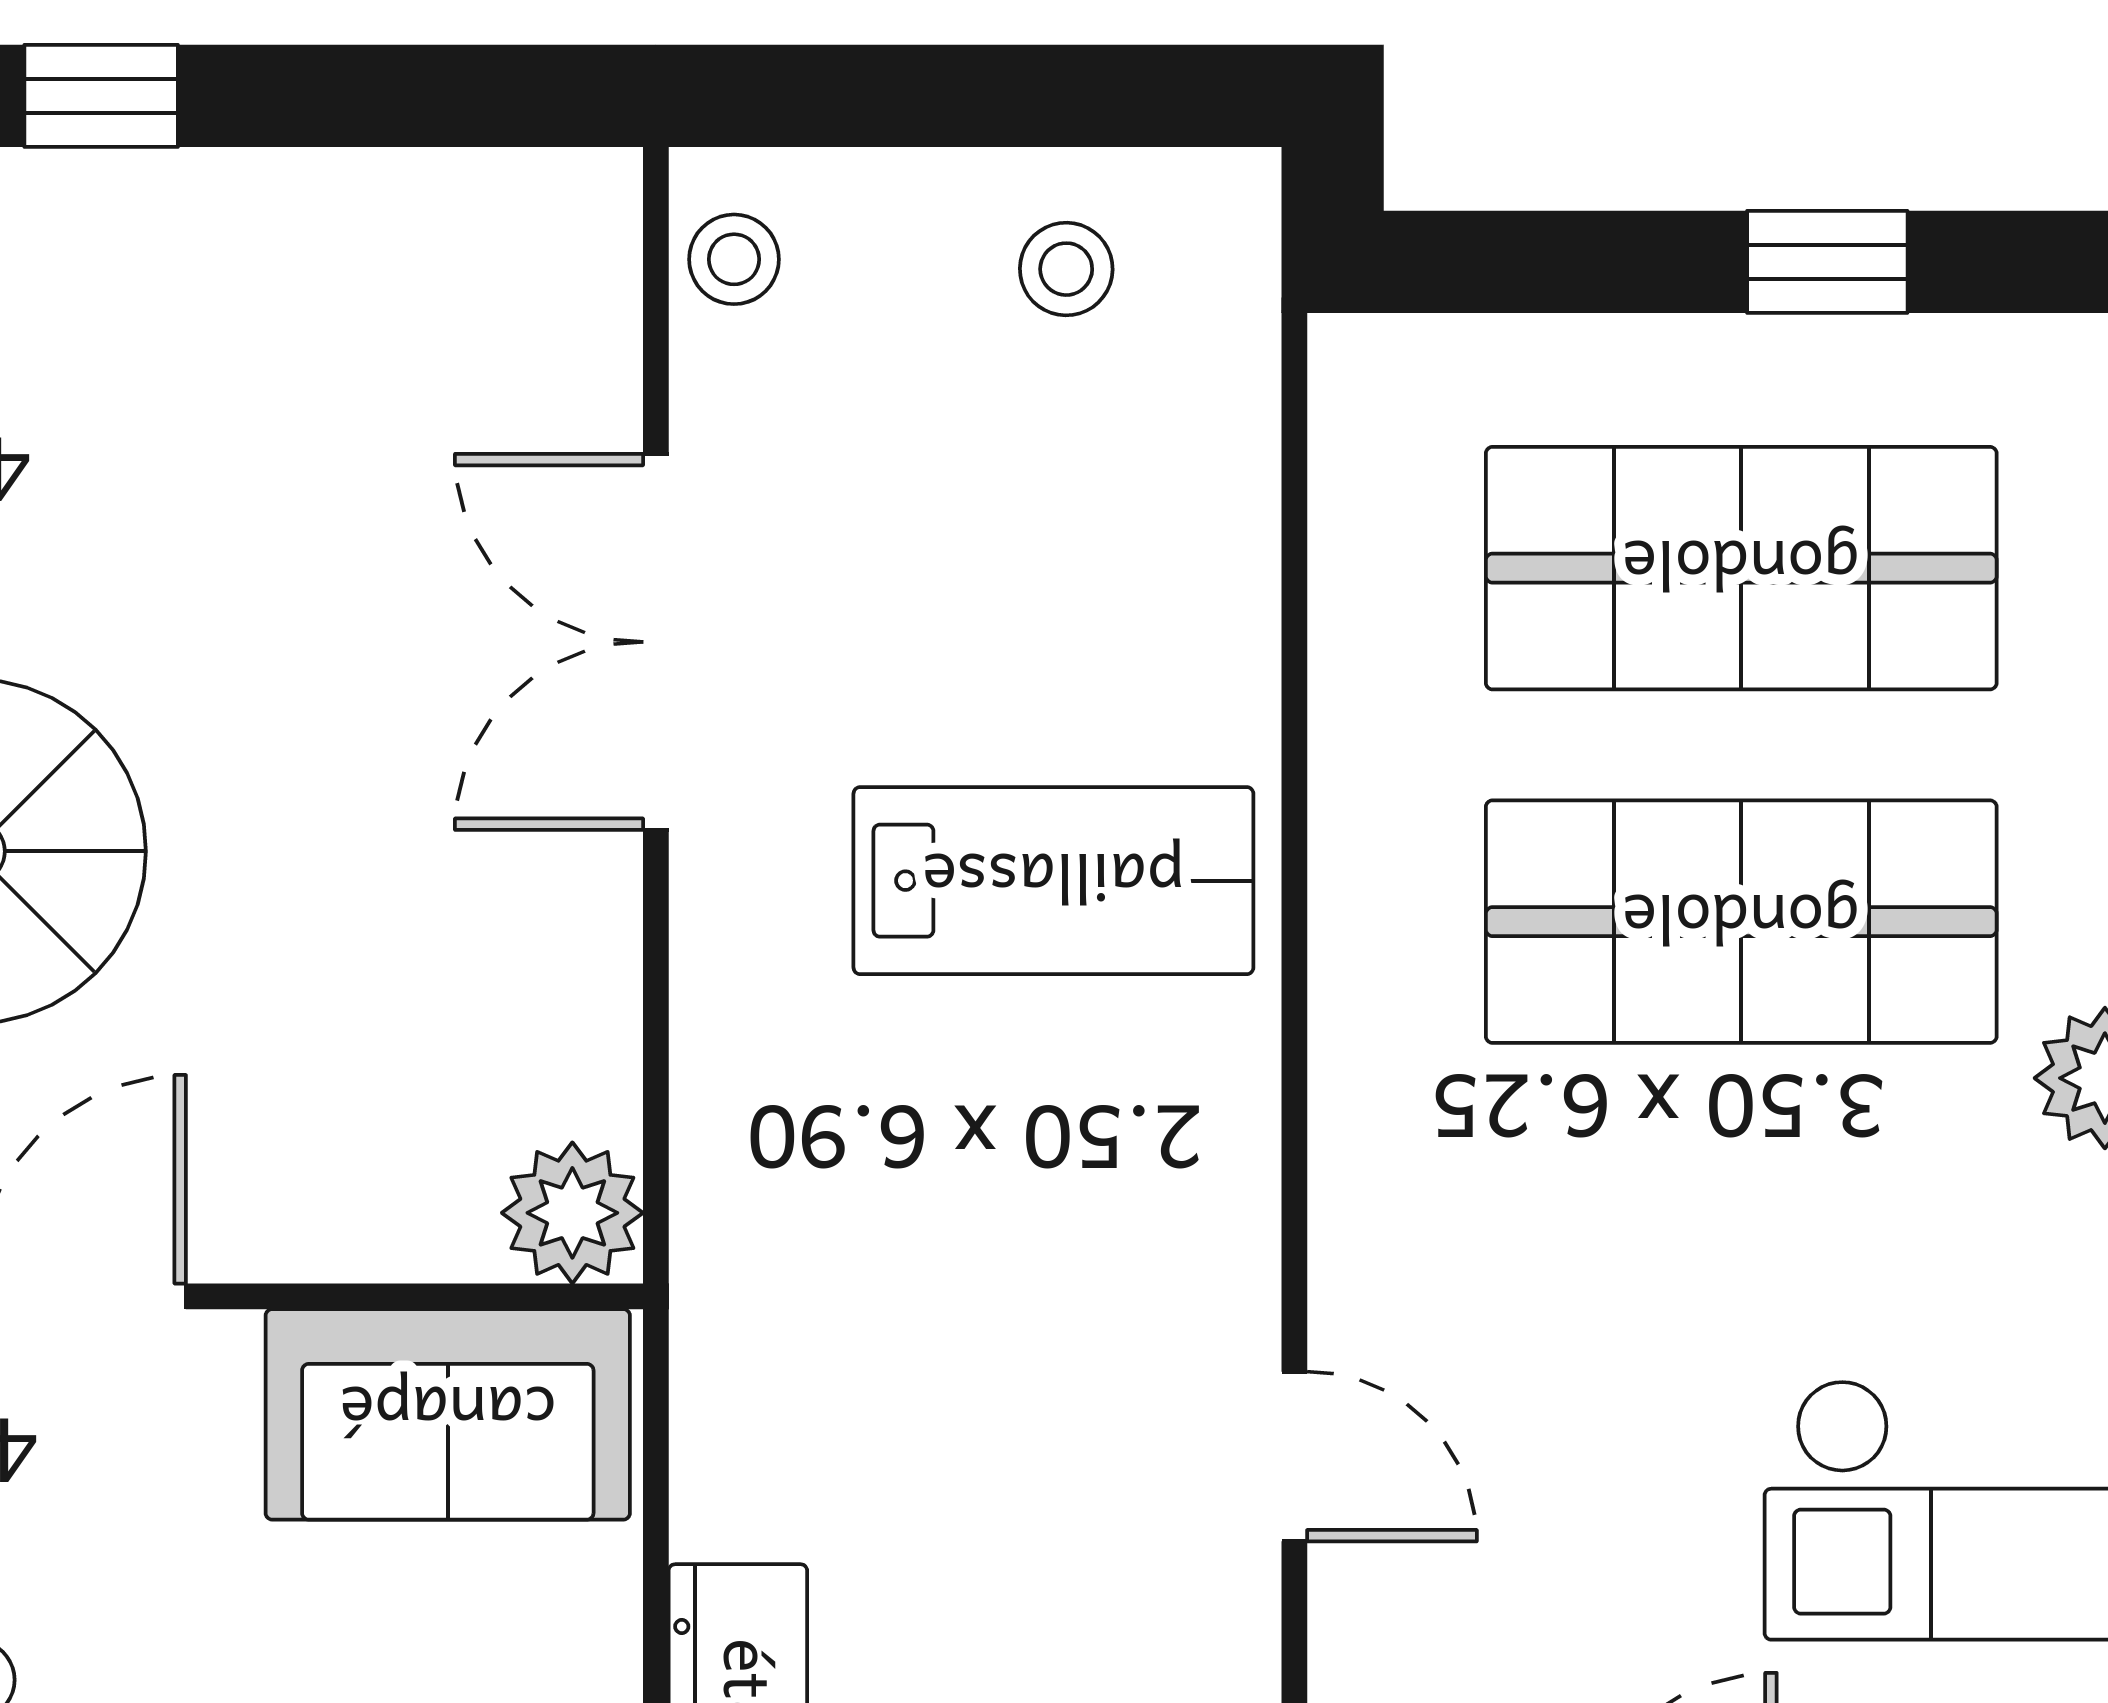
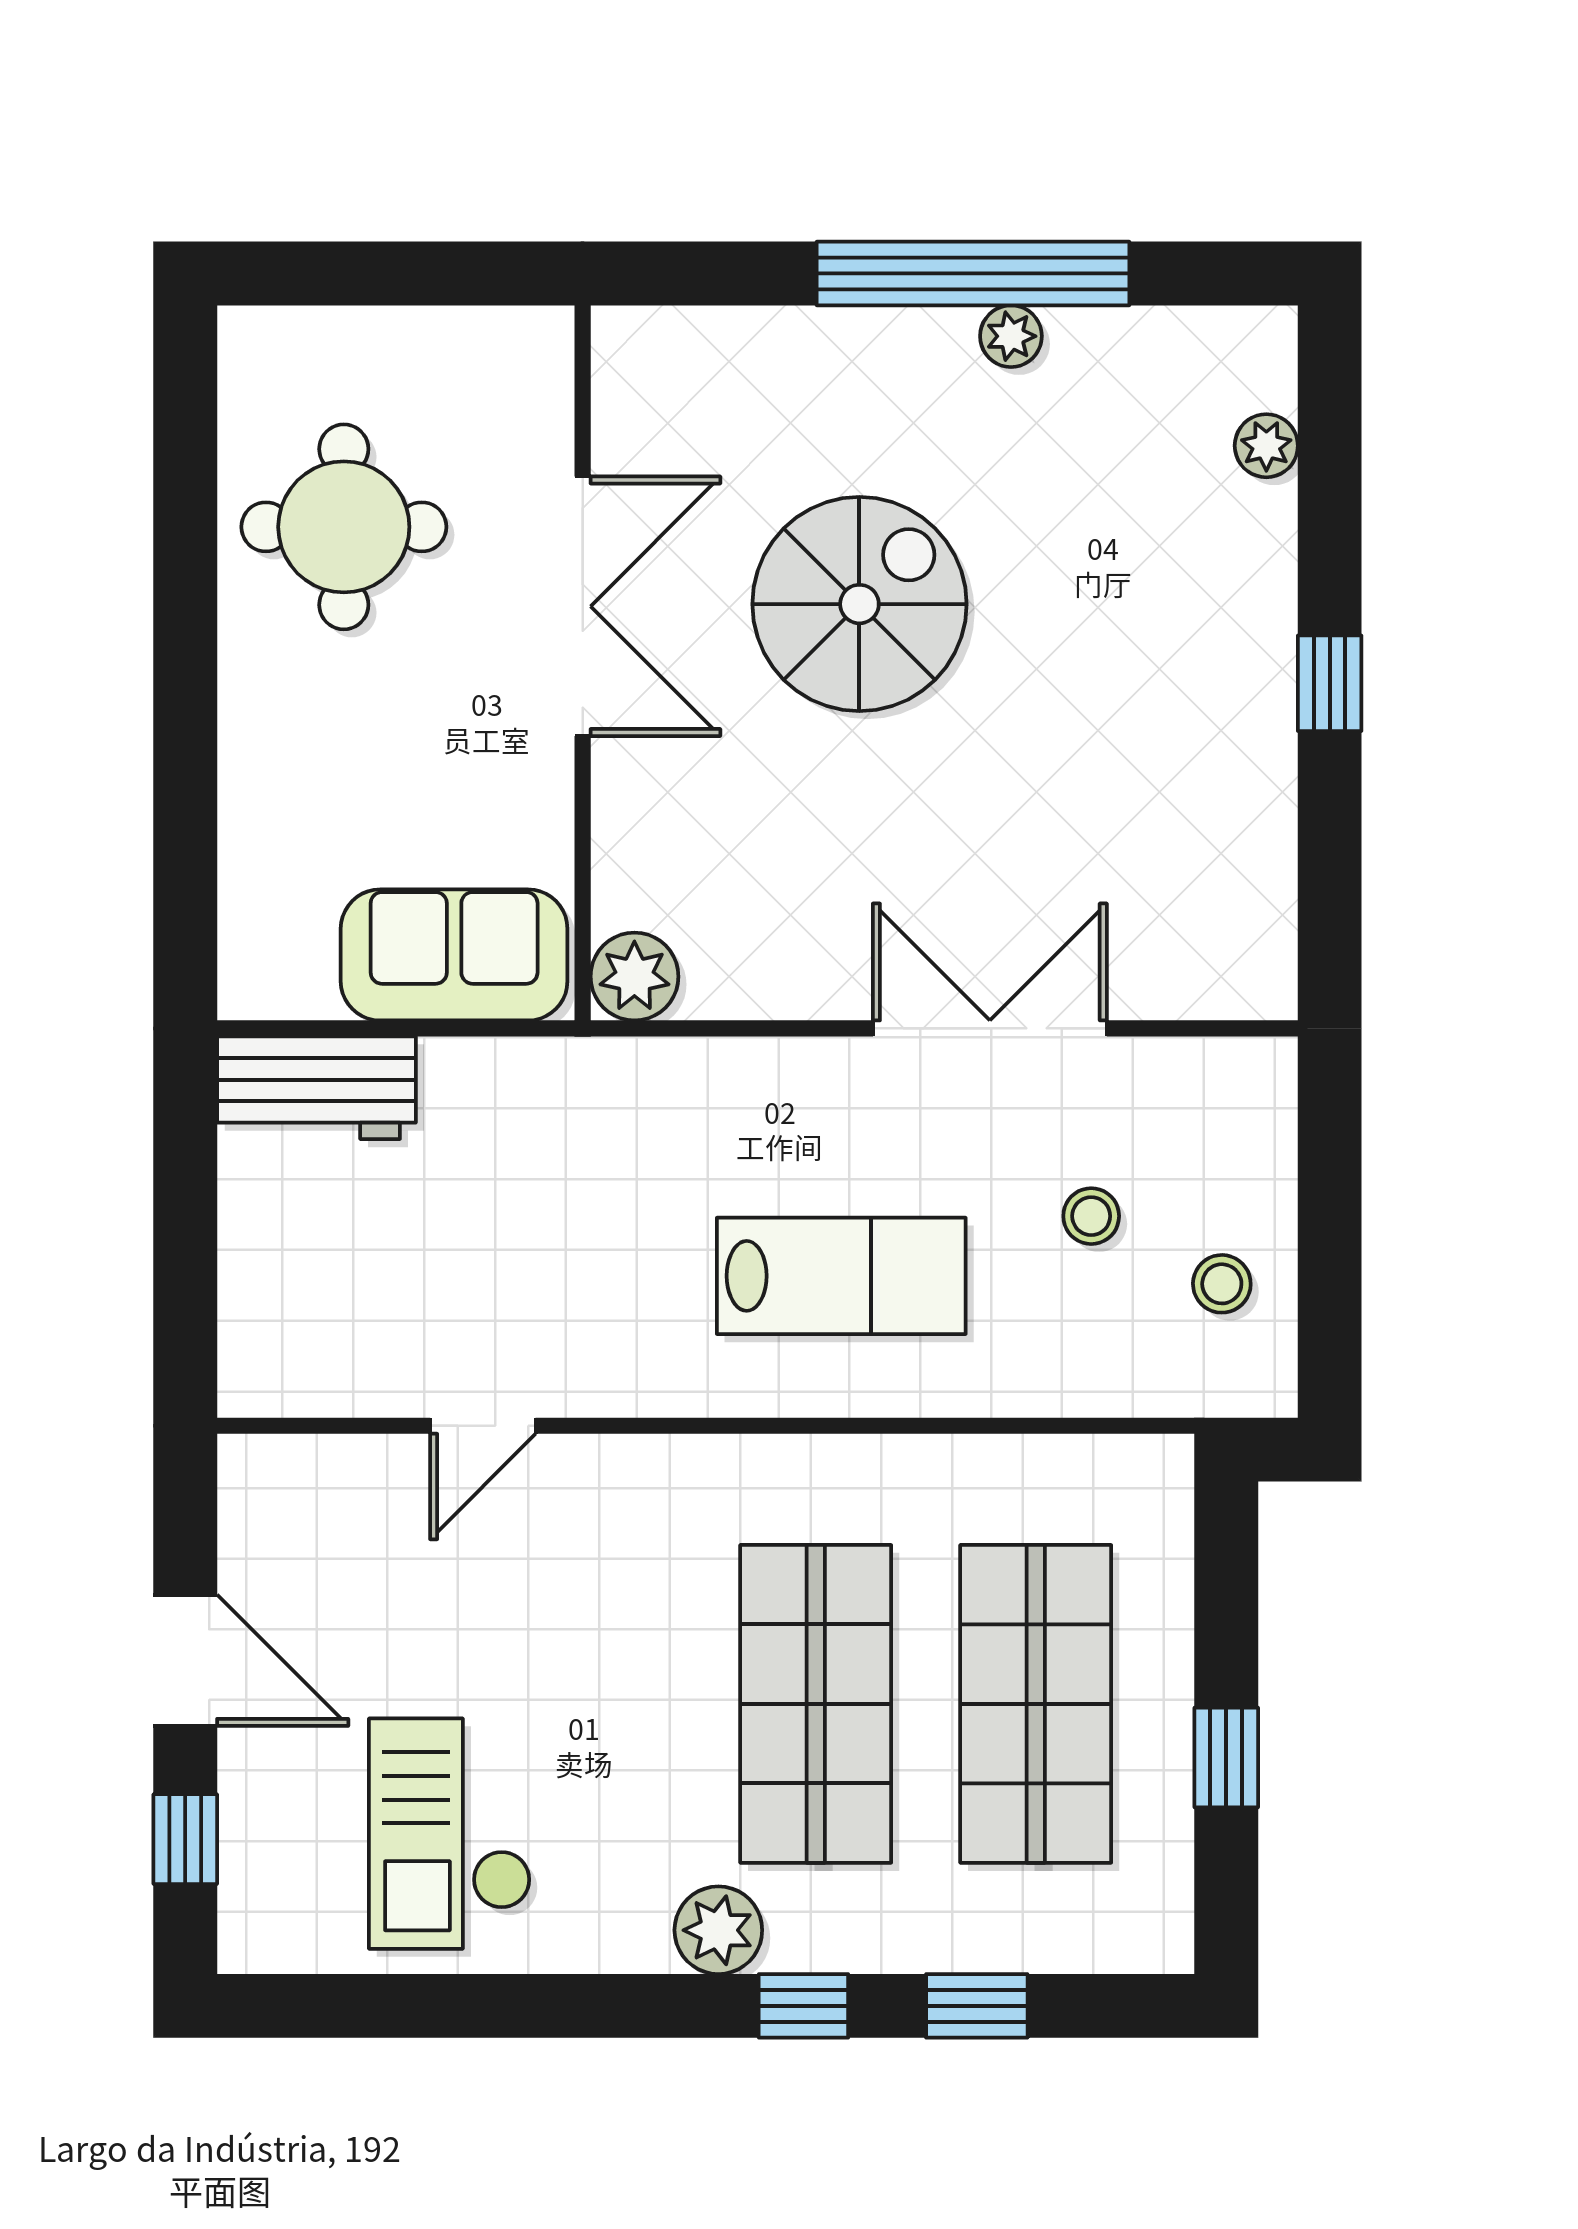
stool: (734, 259) -> (1091, 1216), moved
lab bench: (1053, 881) -> (841, 1276), turned -90
sofa: (448, 1414) -> (454, 955), moved, turned 90

